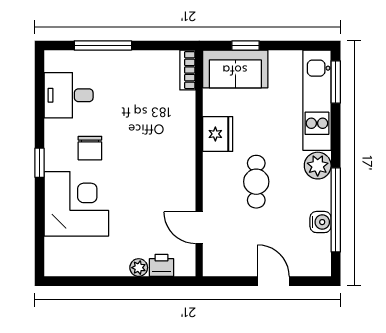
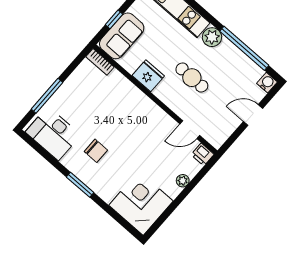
desk: (69, 95) -> (53, 134), width x1.37
window: (39, 163) -> (80, 185), width x1.50
corner desk: (76, 204) -> (141, 203), moved
water cooler: (321, 222) -> (267, 83), moved
printer: (162, 265) -> (203, 155), moved, turned -90

